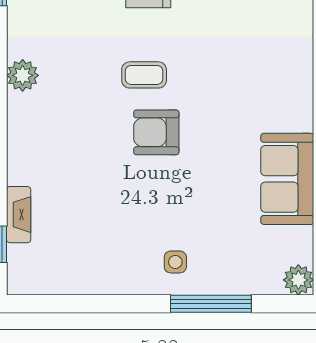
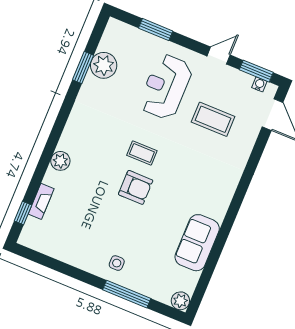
plant: (23, 75) -> (60, 161), moved
armchair: (156, 132) -> (136, 187), turned 180

